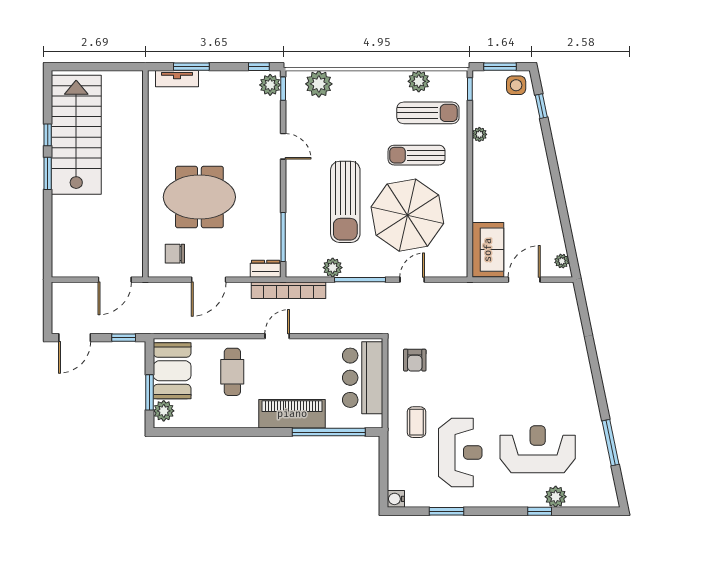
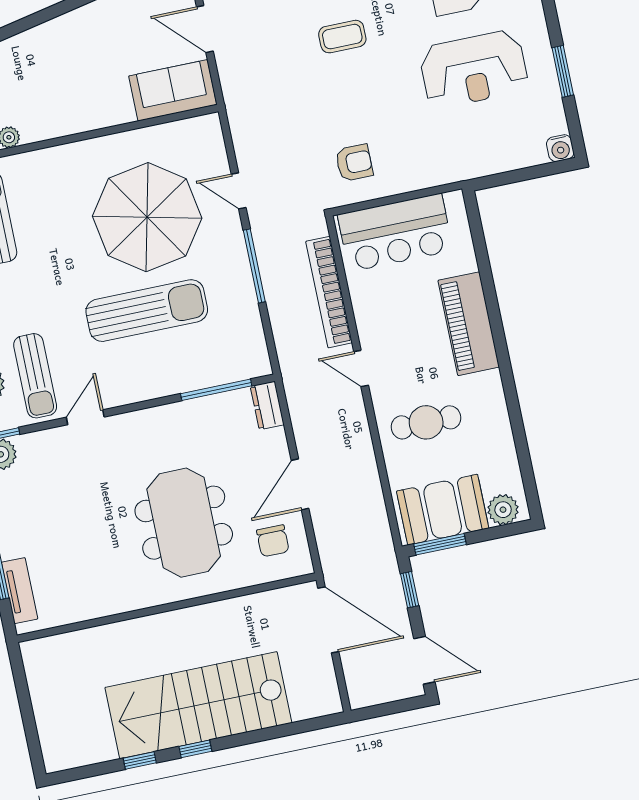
stairs: (76, 135) -> (198, 705), moved
sun lounger: (417, 155) -> (35, 376), moved
window: (48, 173) -> (195, 749), width x0.67
plant: (333, 268) -> (245, 309), removed
door: (115, 280) -> (328, 620), width x1.36
door: (209, 280) -> (300, 484), swing flipped
bookcase: (289, 290) -> (329, 292), moved, turned 180
window: (149, 392) -> (440, 544), moved
coffee table: (417, 422) -> (342, 37), moved
window: (329, 432) -> (484, 265), removed
reception desk: (460, 453) -> (474, 69), turned 180

